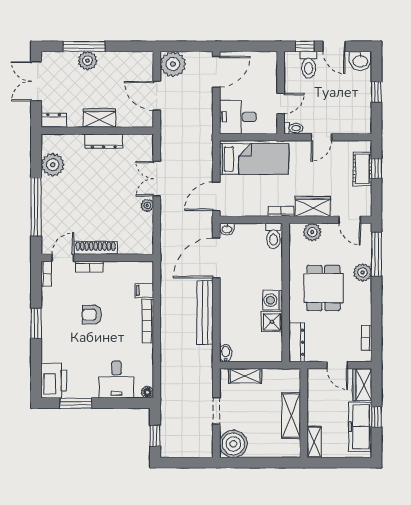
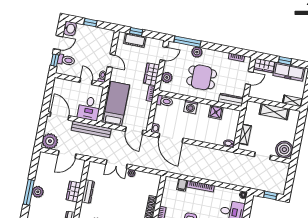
washing machine: (272, 300) -> (191, 107), moved
bench: (205, 313) -> (91, 129), moved

